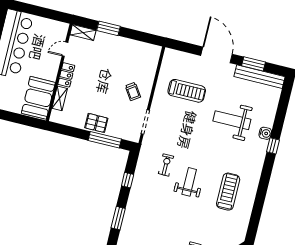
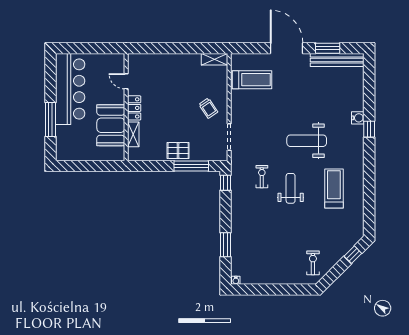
window: (109, 28) -> (167, 48), removed
shelving: (83, 33) -> (214, 59), moved
door: (65, 49) -> (126, 81), hinge flipped
treadmill: (187, 91) -> (252, 80), moved
booth: (38, 98) -> (111, 125), moved
weight bench: (232, 120) -> (307, 141), moved
window: (128, 180) -> (226, 183), moved

